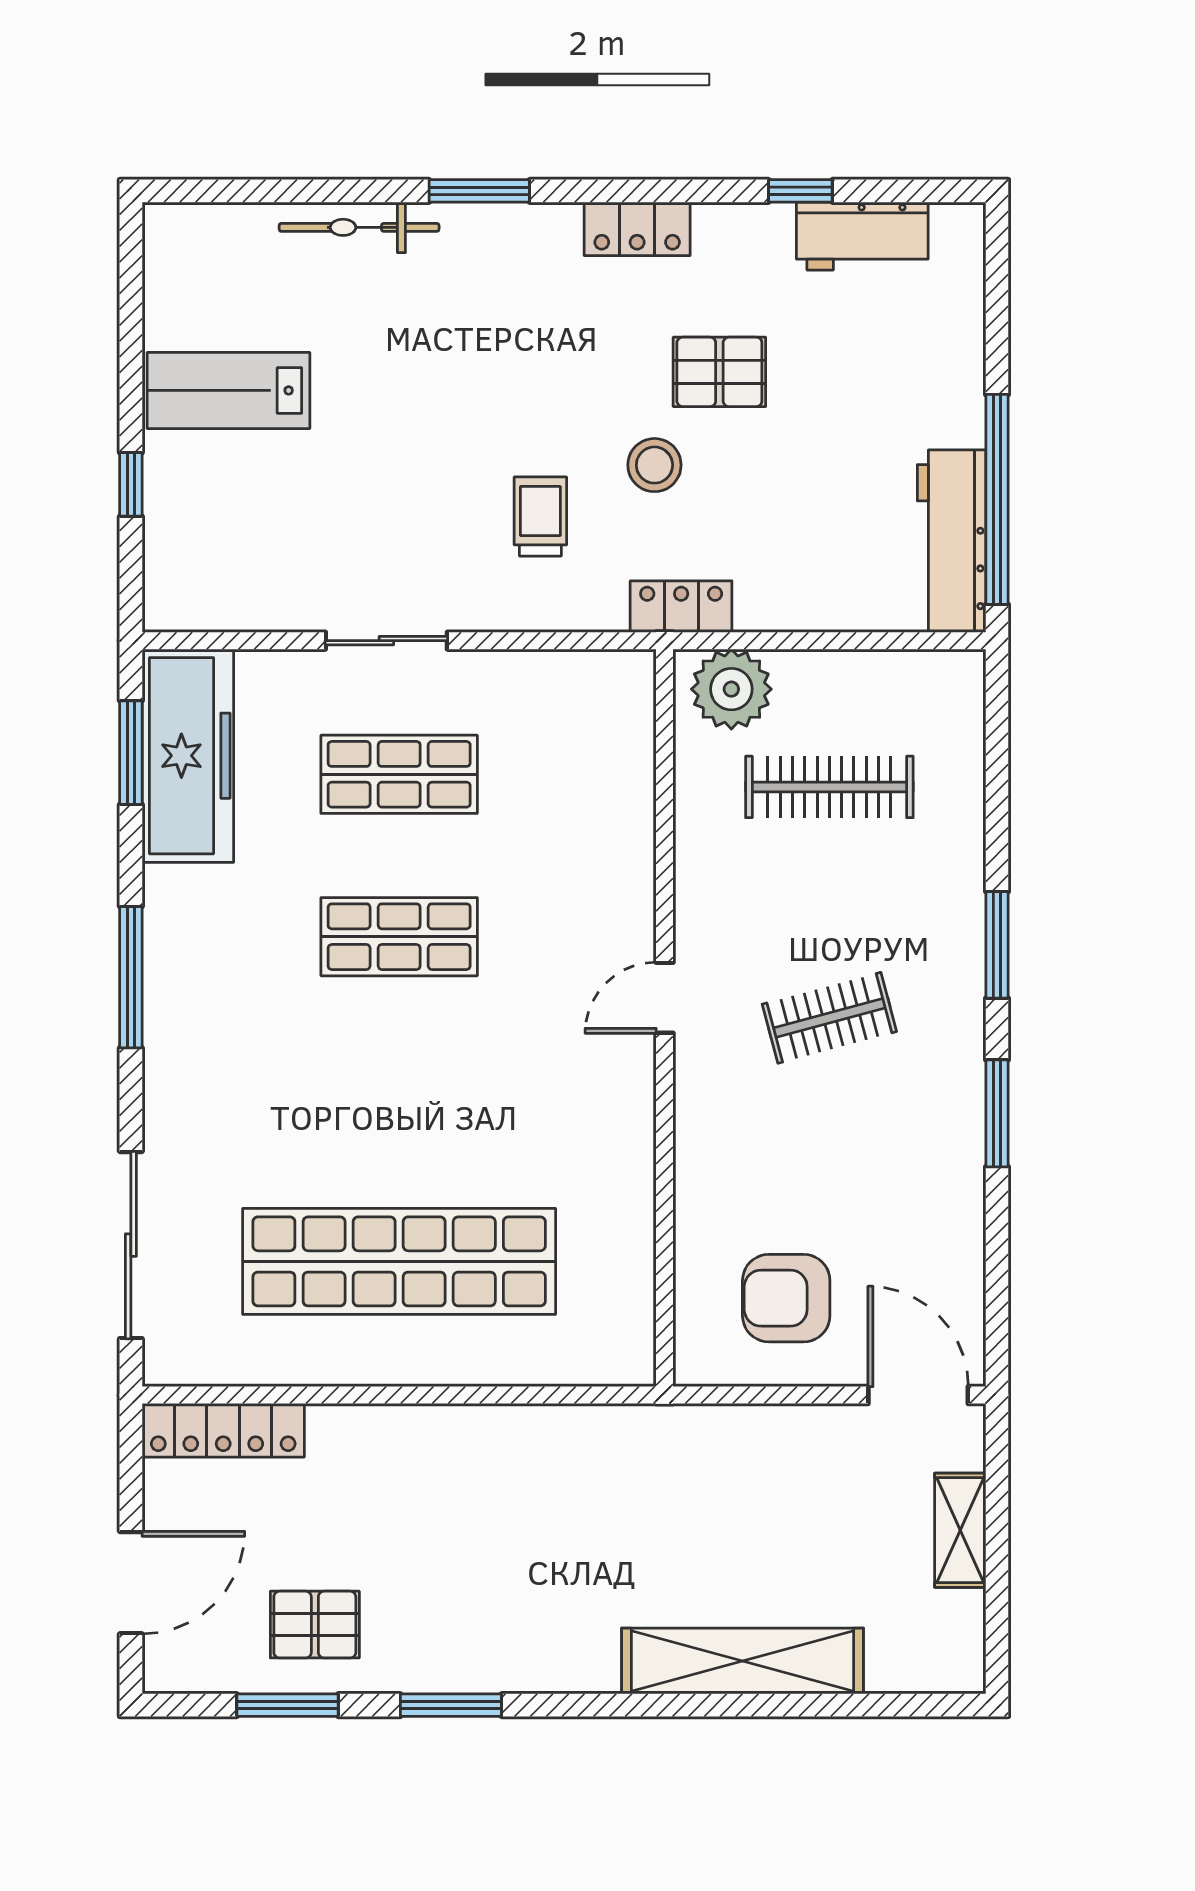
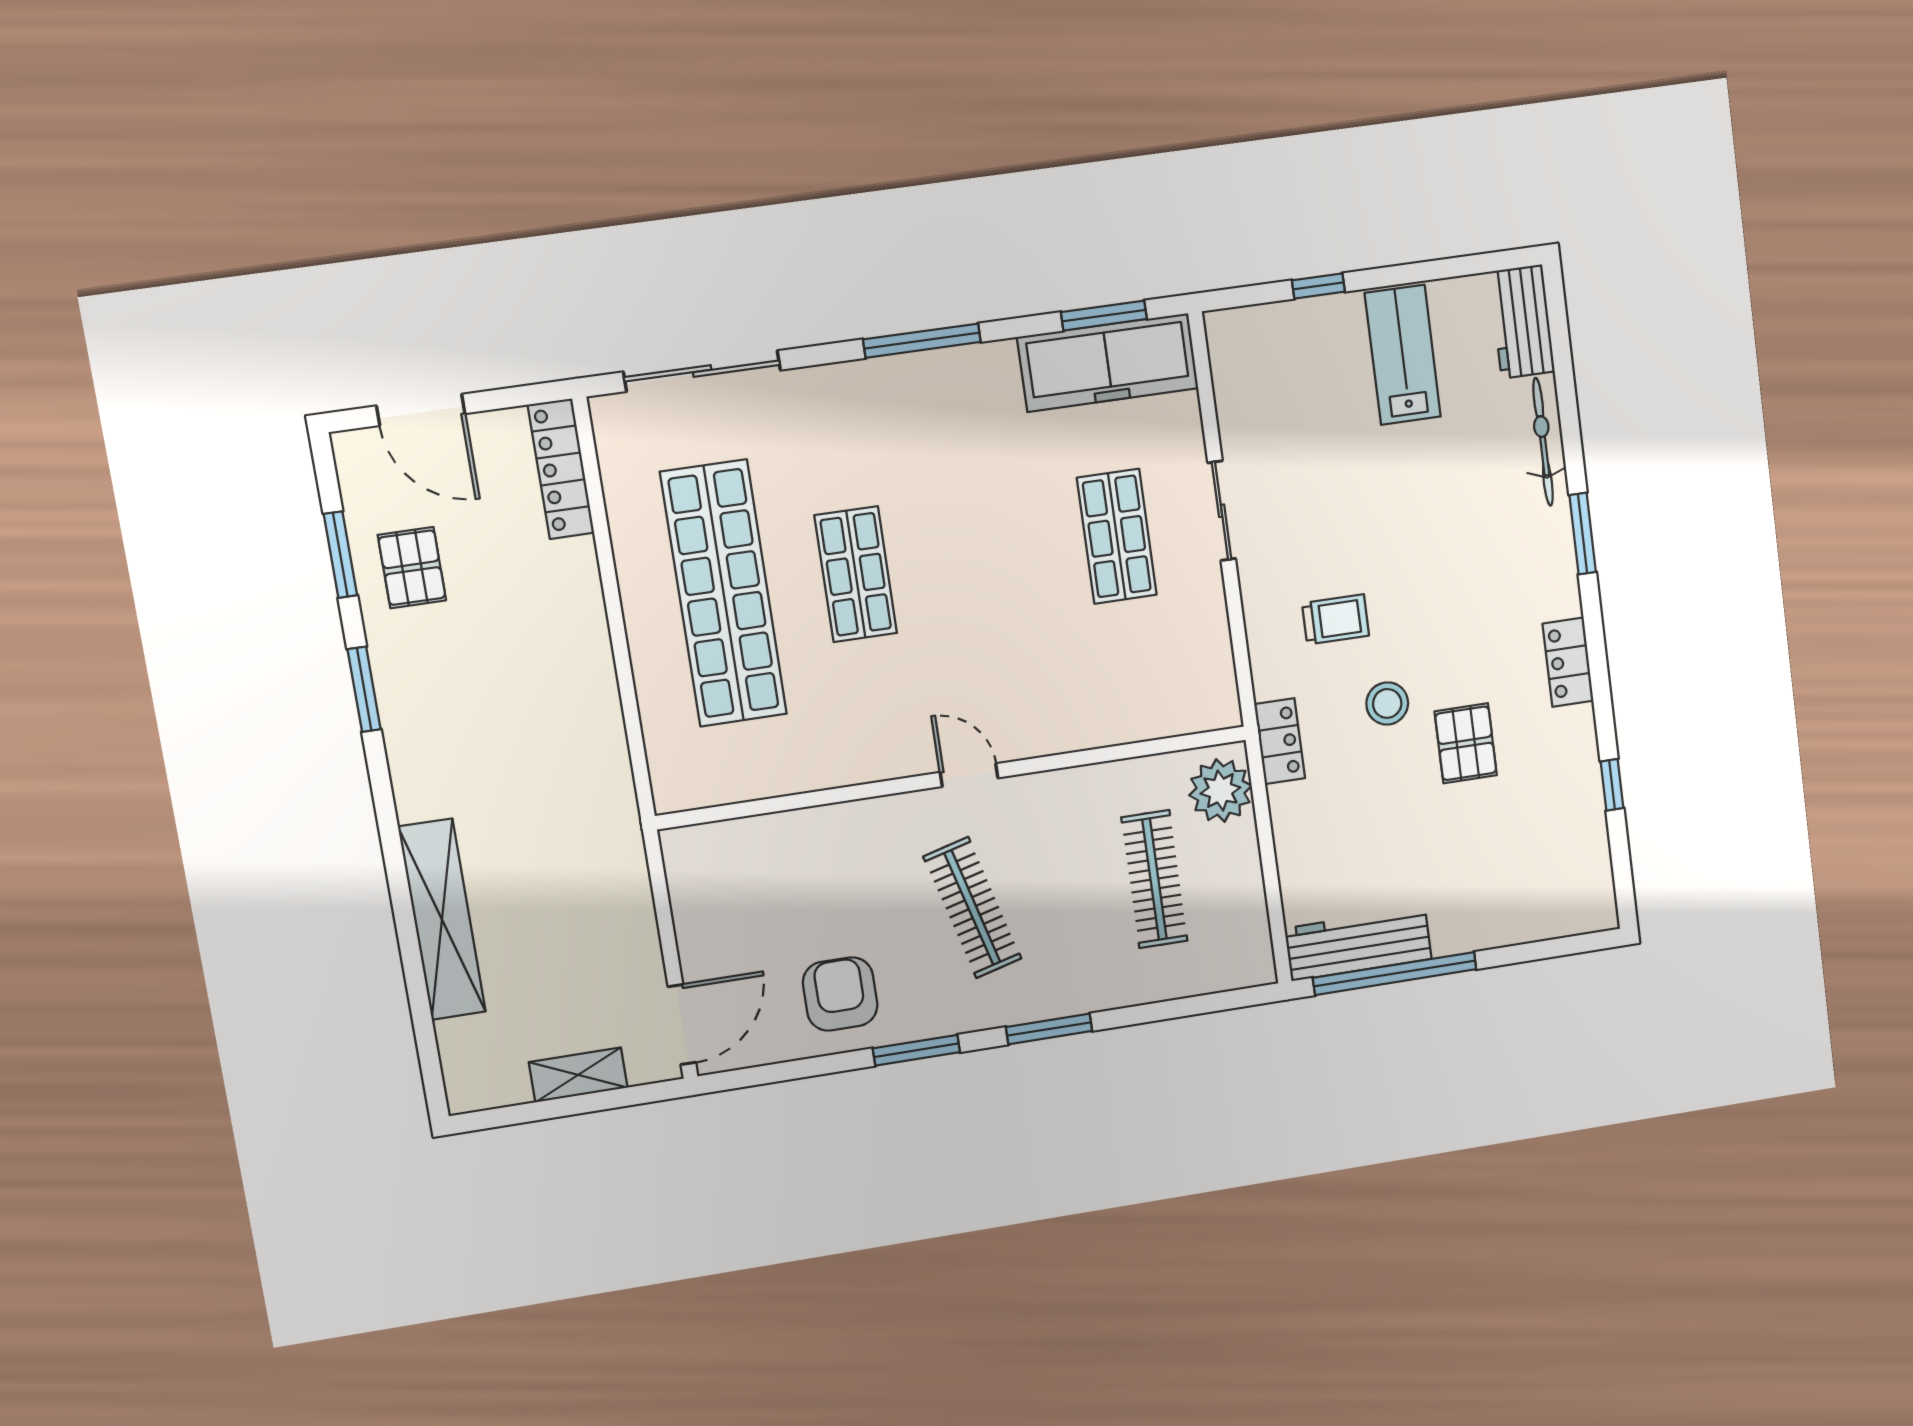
workbench: (862, 236) -> (1522, 322), moved
shop shelf: (399, 937) -> (856, 574), moved
clothes rail: (829, 1018) -> (972, 908), width x1.36
armchair: (786, 1298) -> (840, 994), moved

